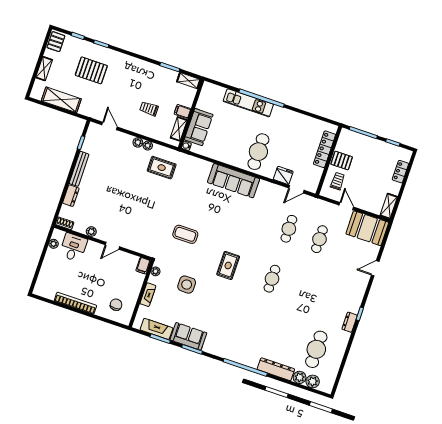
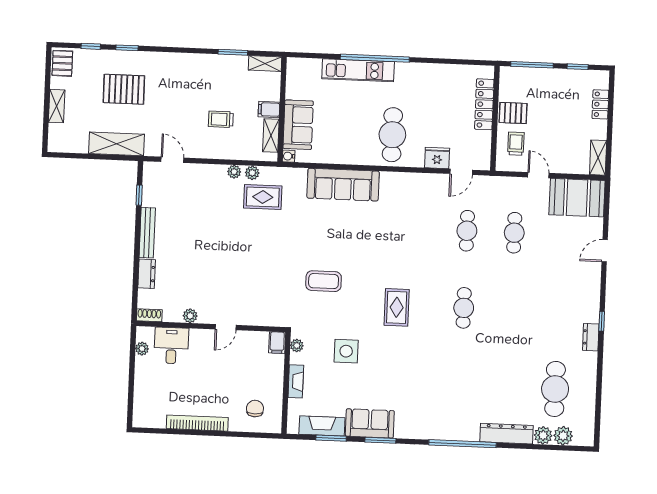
shelving: (61, 100) -> (117, 144), moved
plant: (138, 142) -> (252, 173), moved
sofa: (234, 181) -> (343, 185), moved

